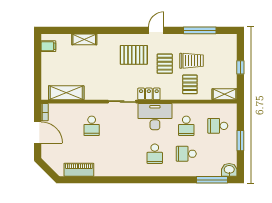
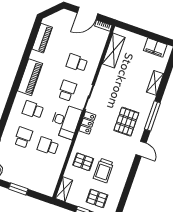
window: (200, 30) -> (152, 116), moved
filing cabinet: (48, 46) -> (155, 47), width x2.00
pallet: (165, 64) -> (97, 198), moved
school desk: (218, 126) -> (67, 91), moved
piano: (123, 168) -> (30, 77), added

